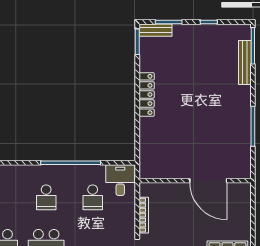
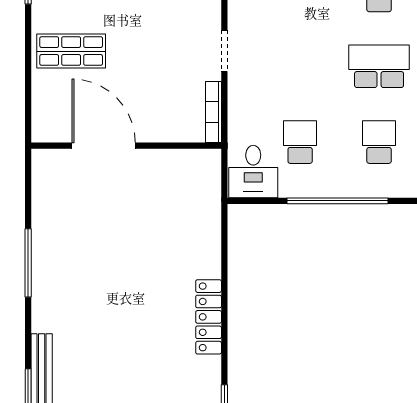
wall: (195, 181) -> (126, 146), moved
door: (208, 181) -> (104, 146), moved

